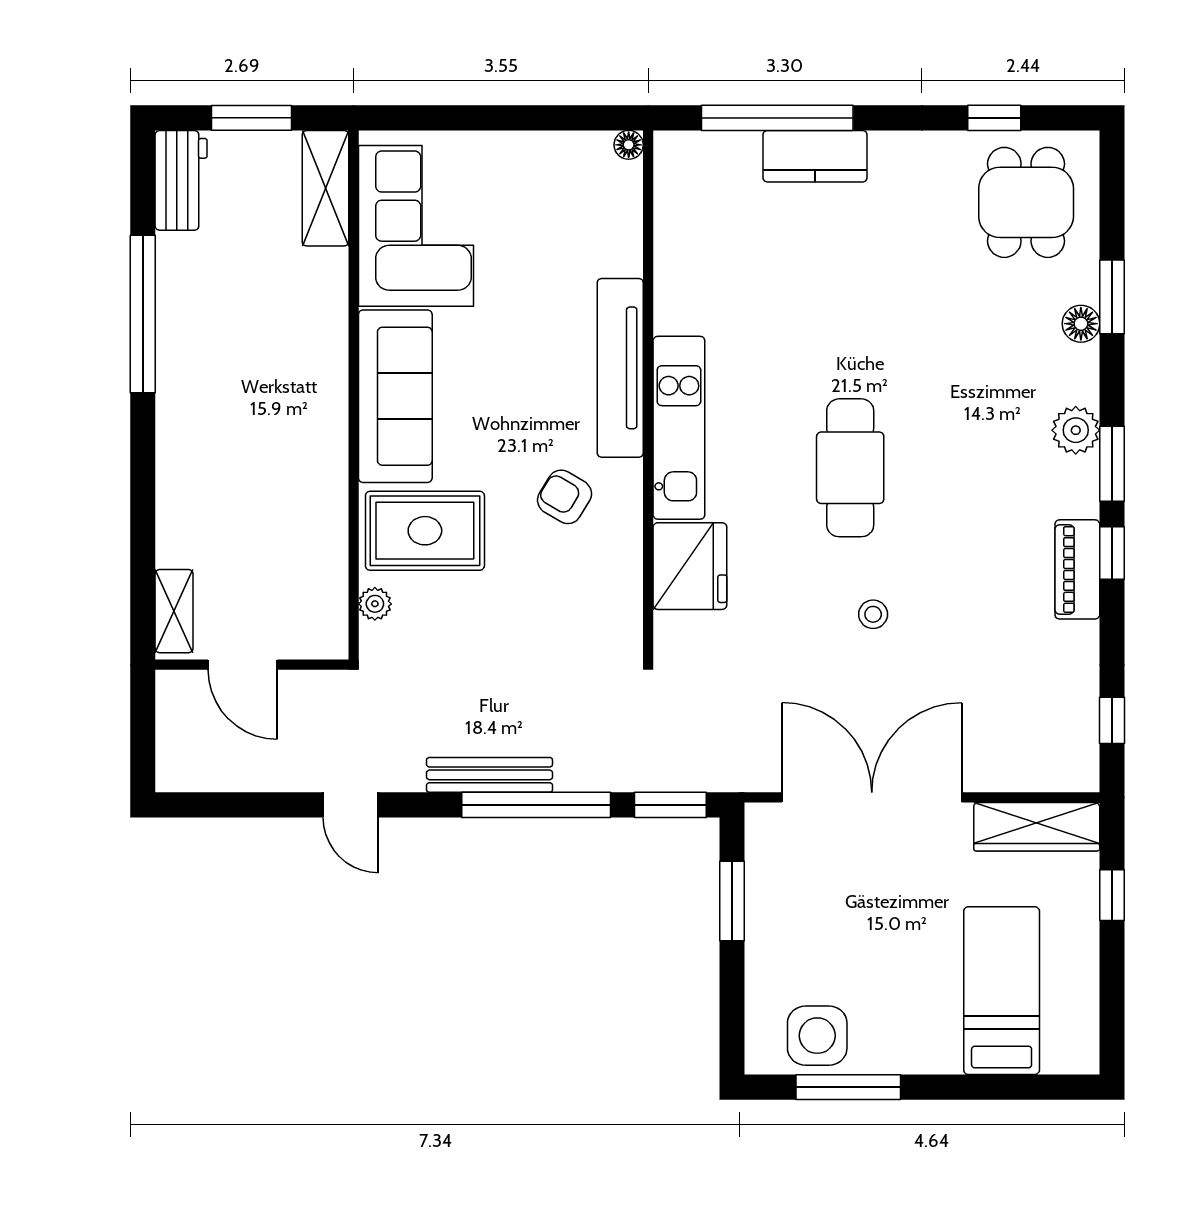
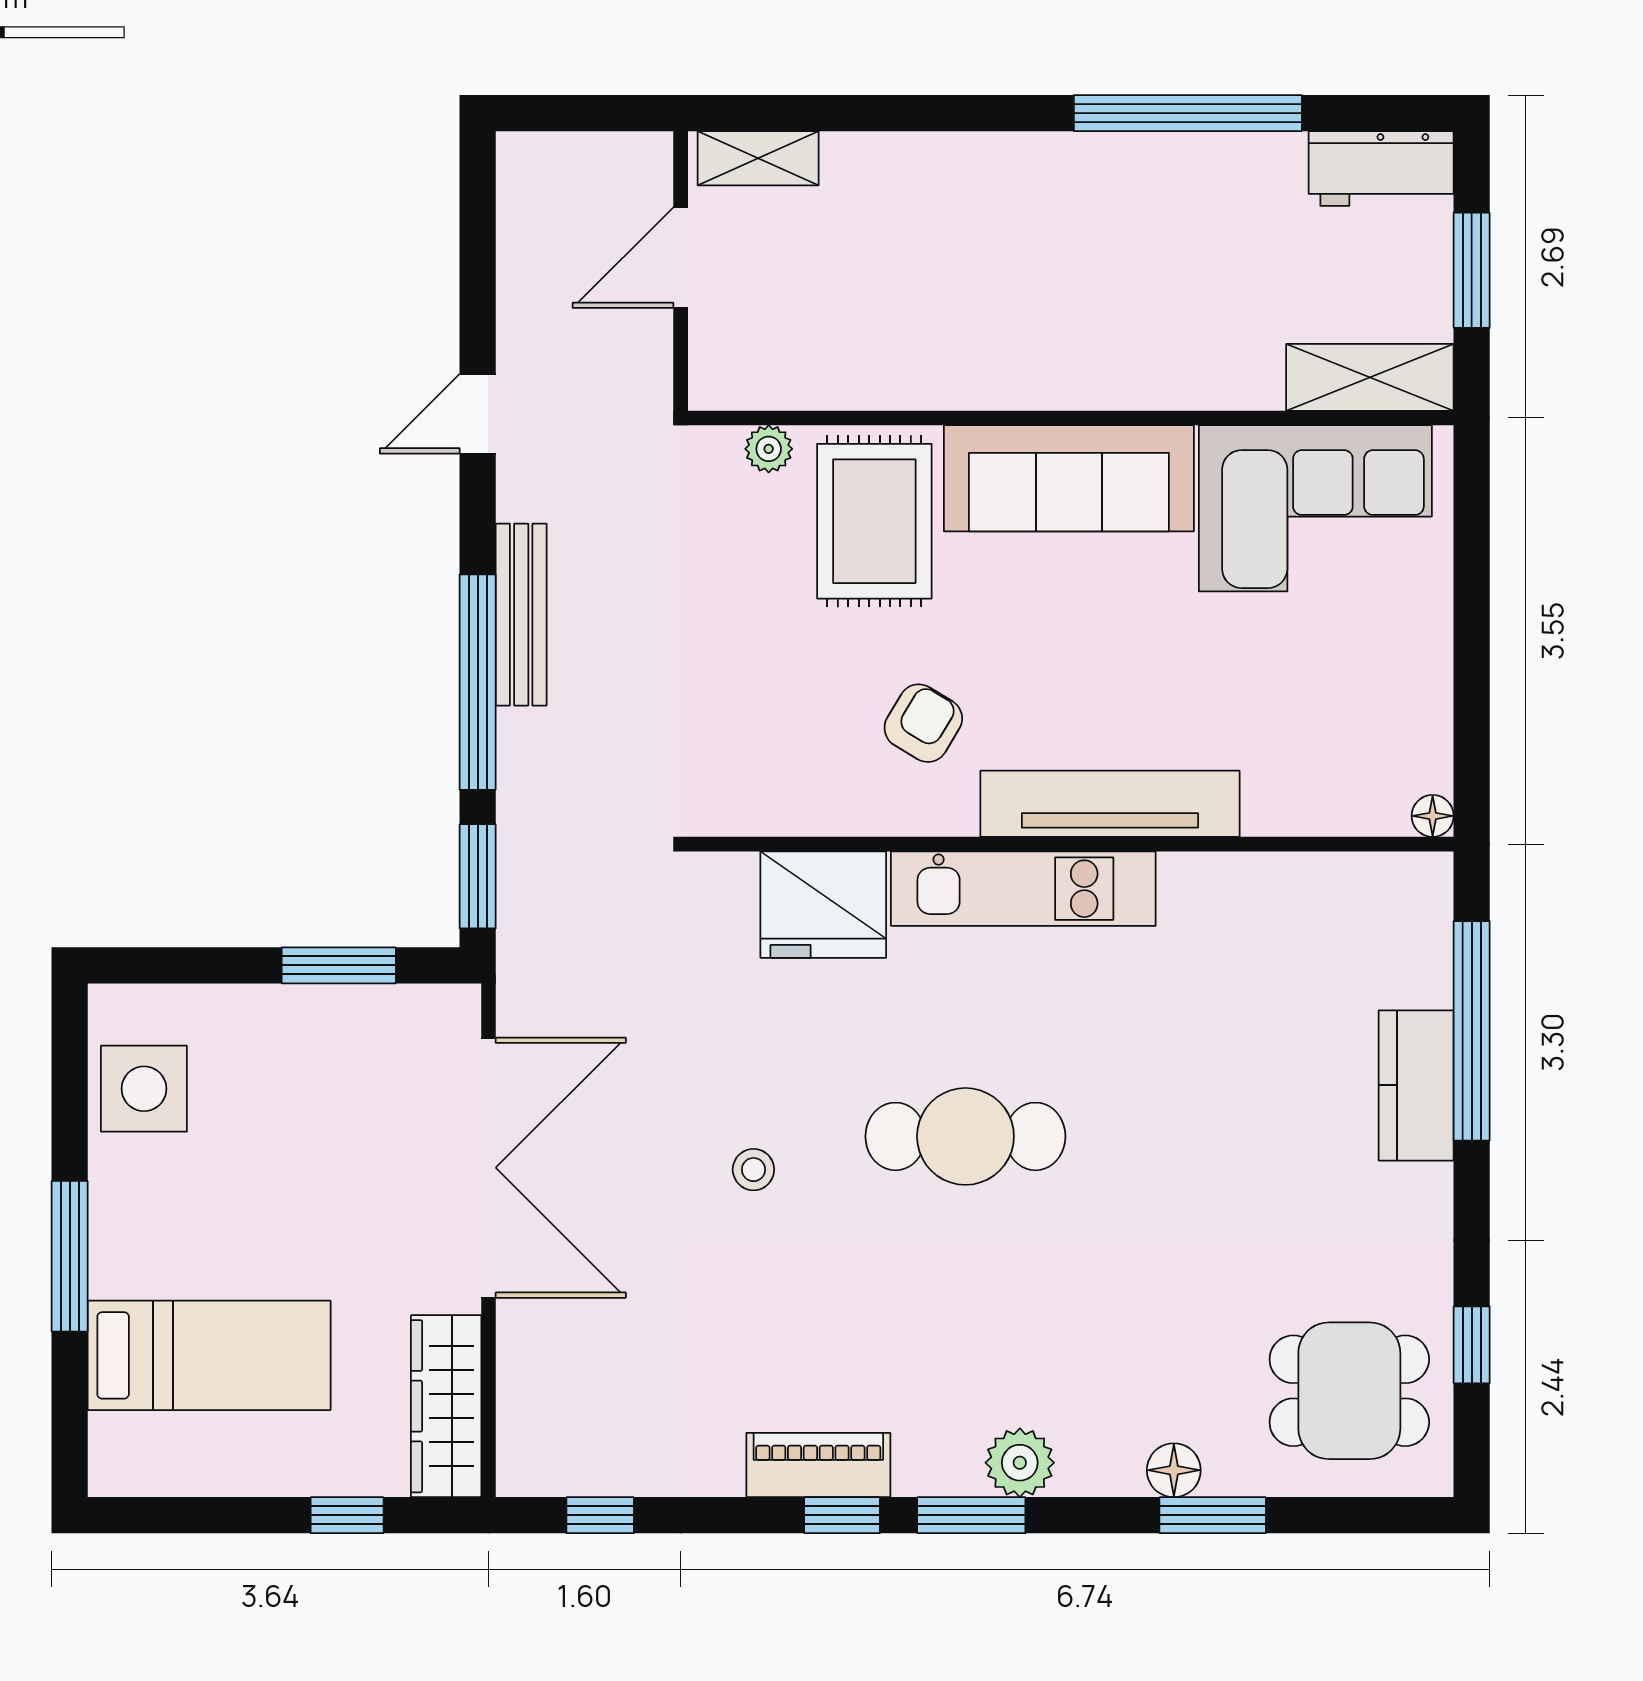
window: (848, 1087) -> (70, 1256), moved

